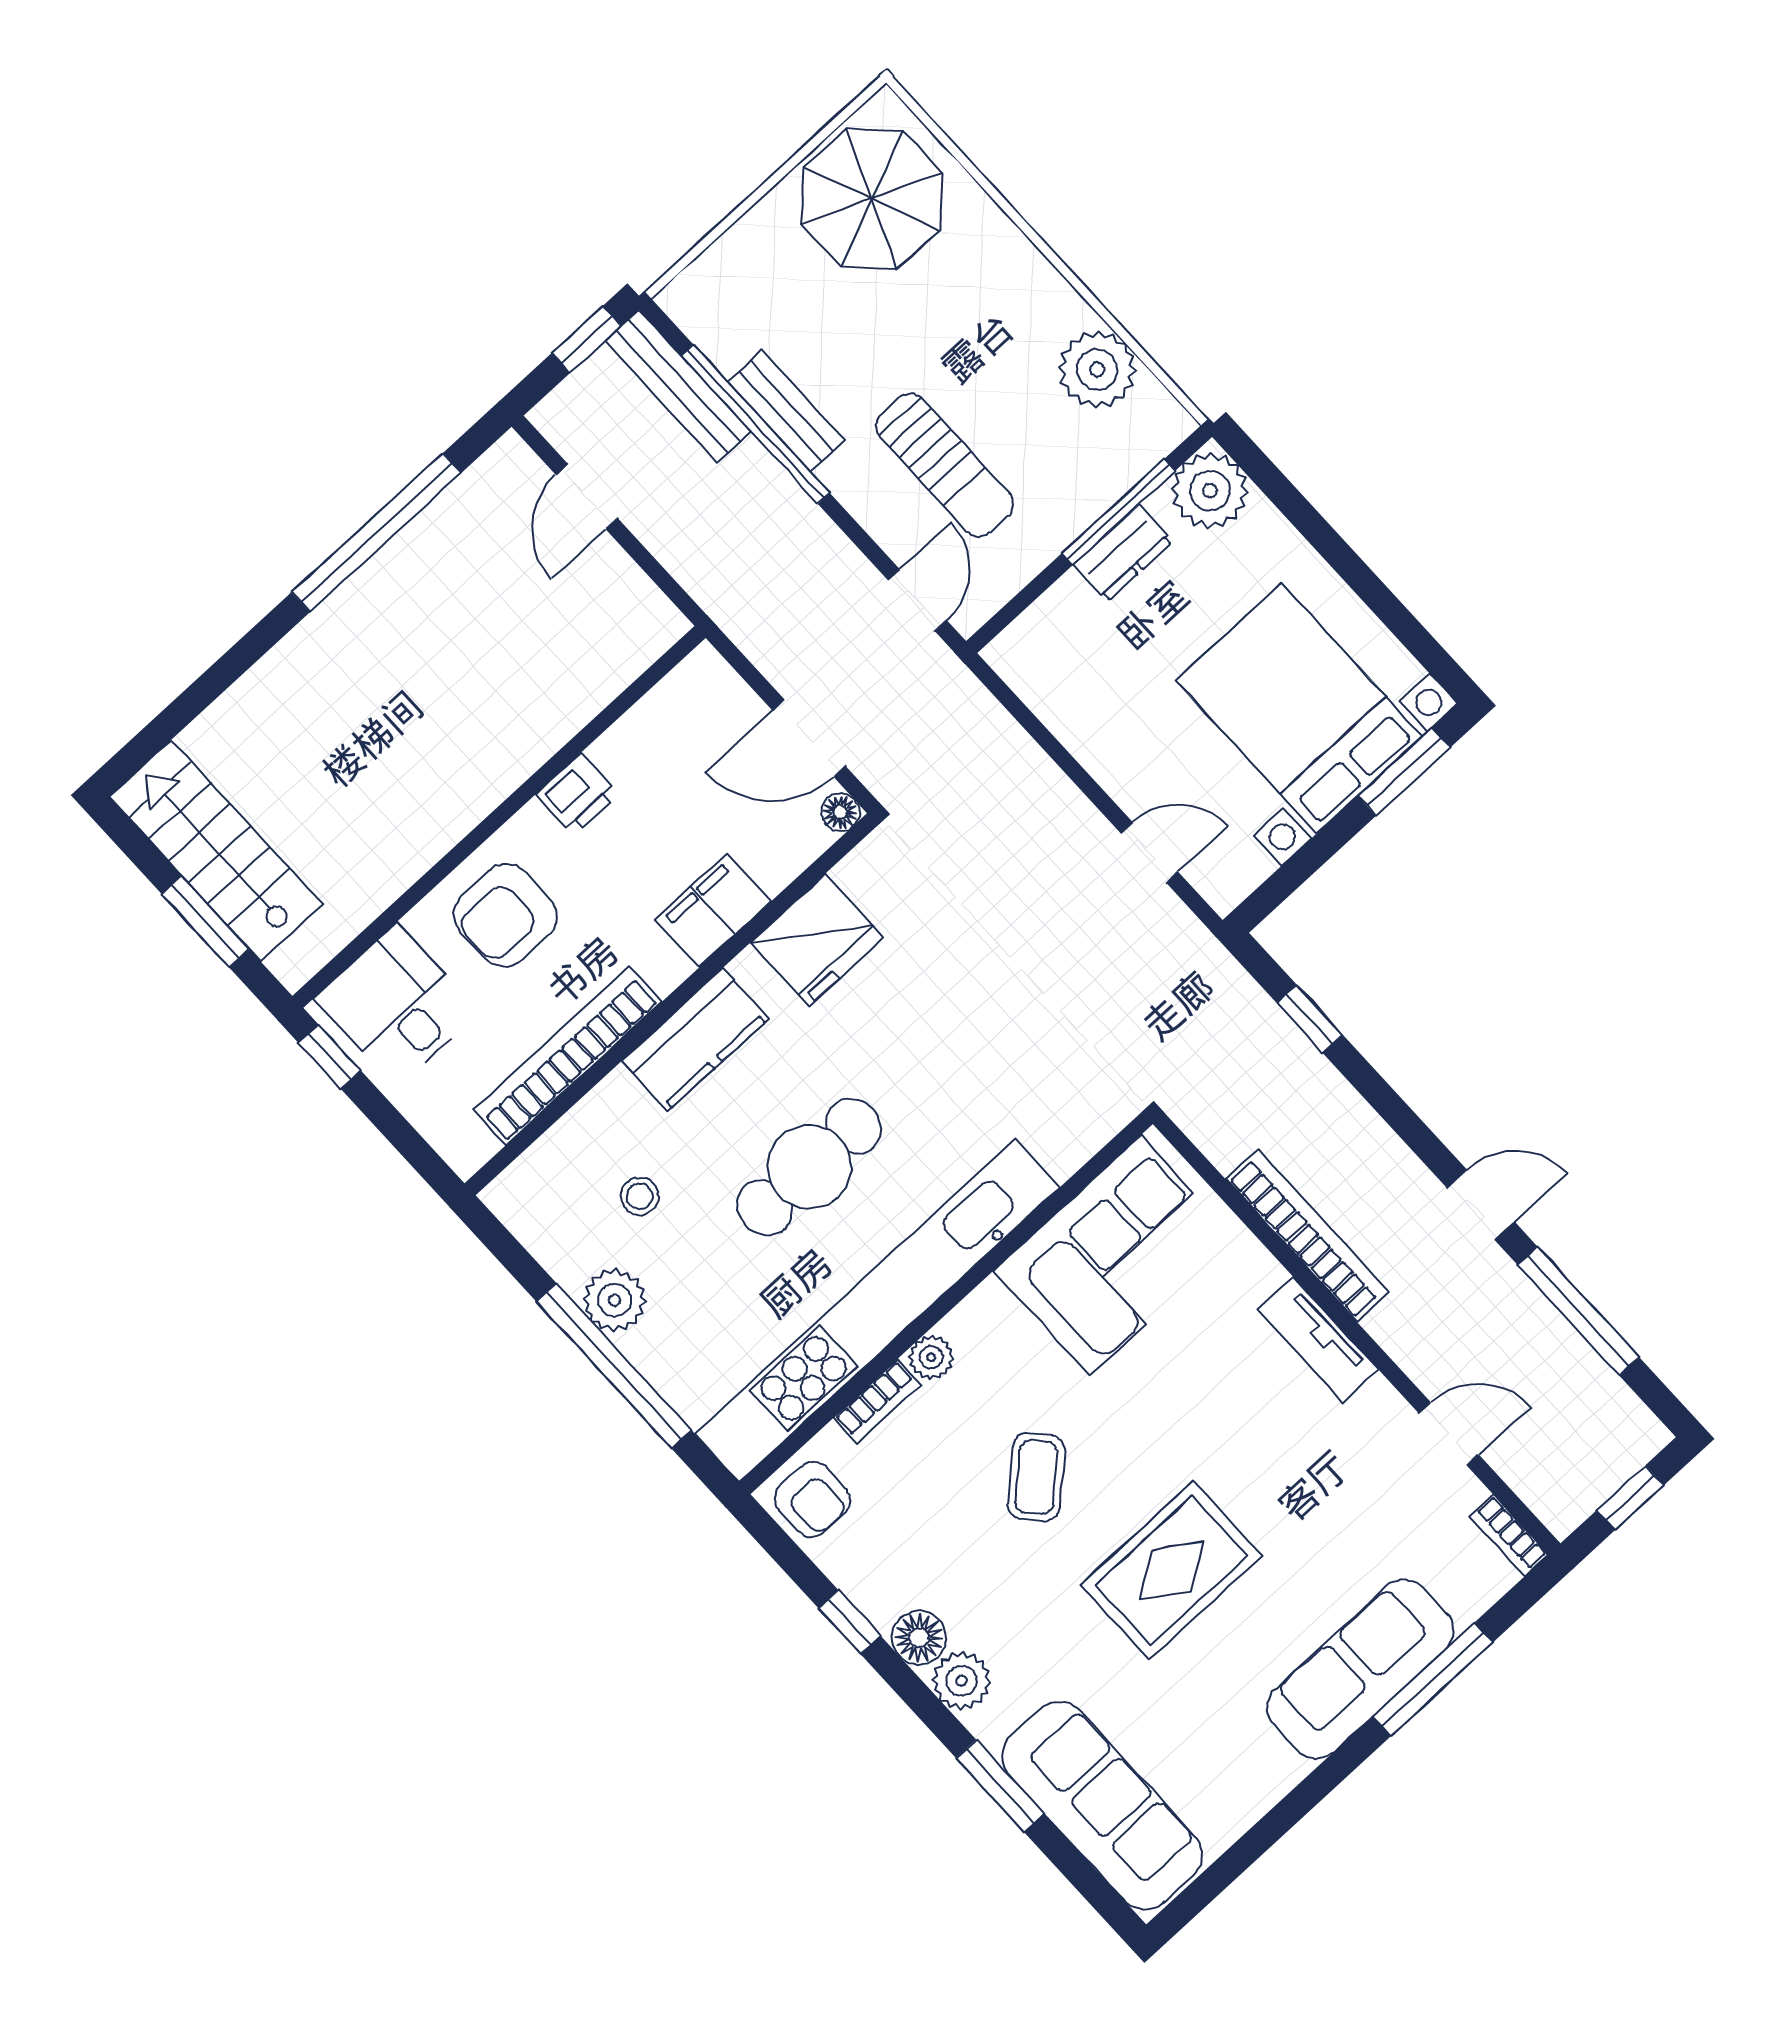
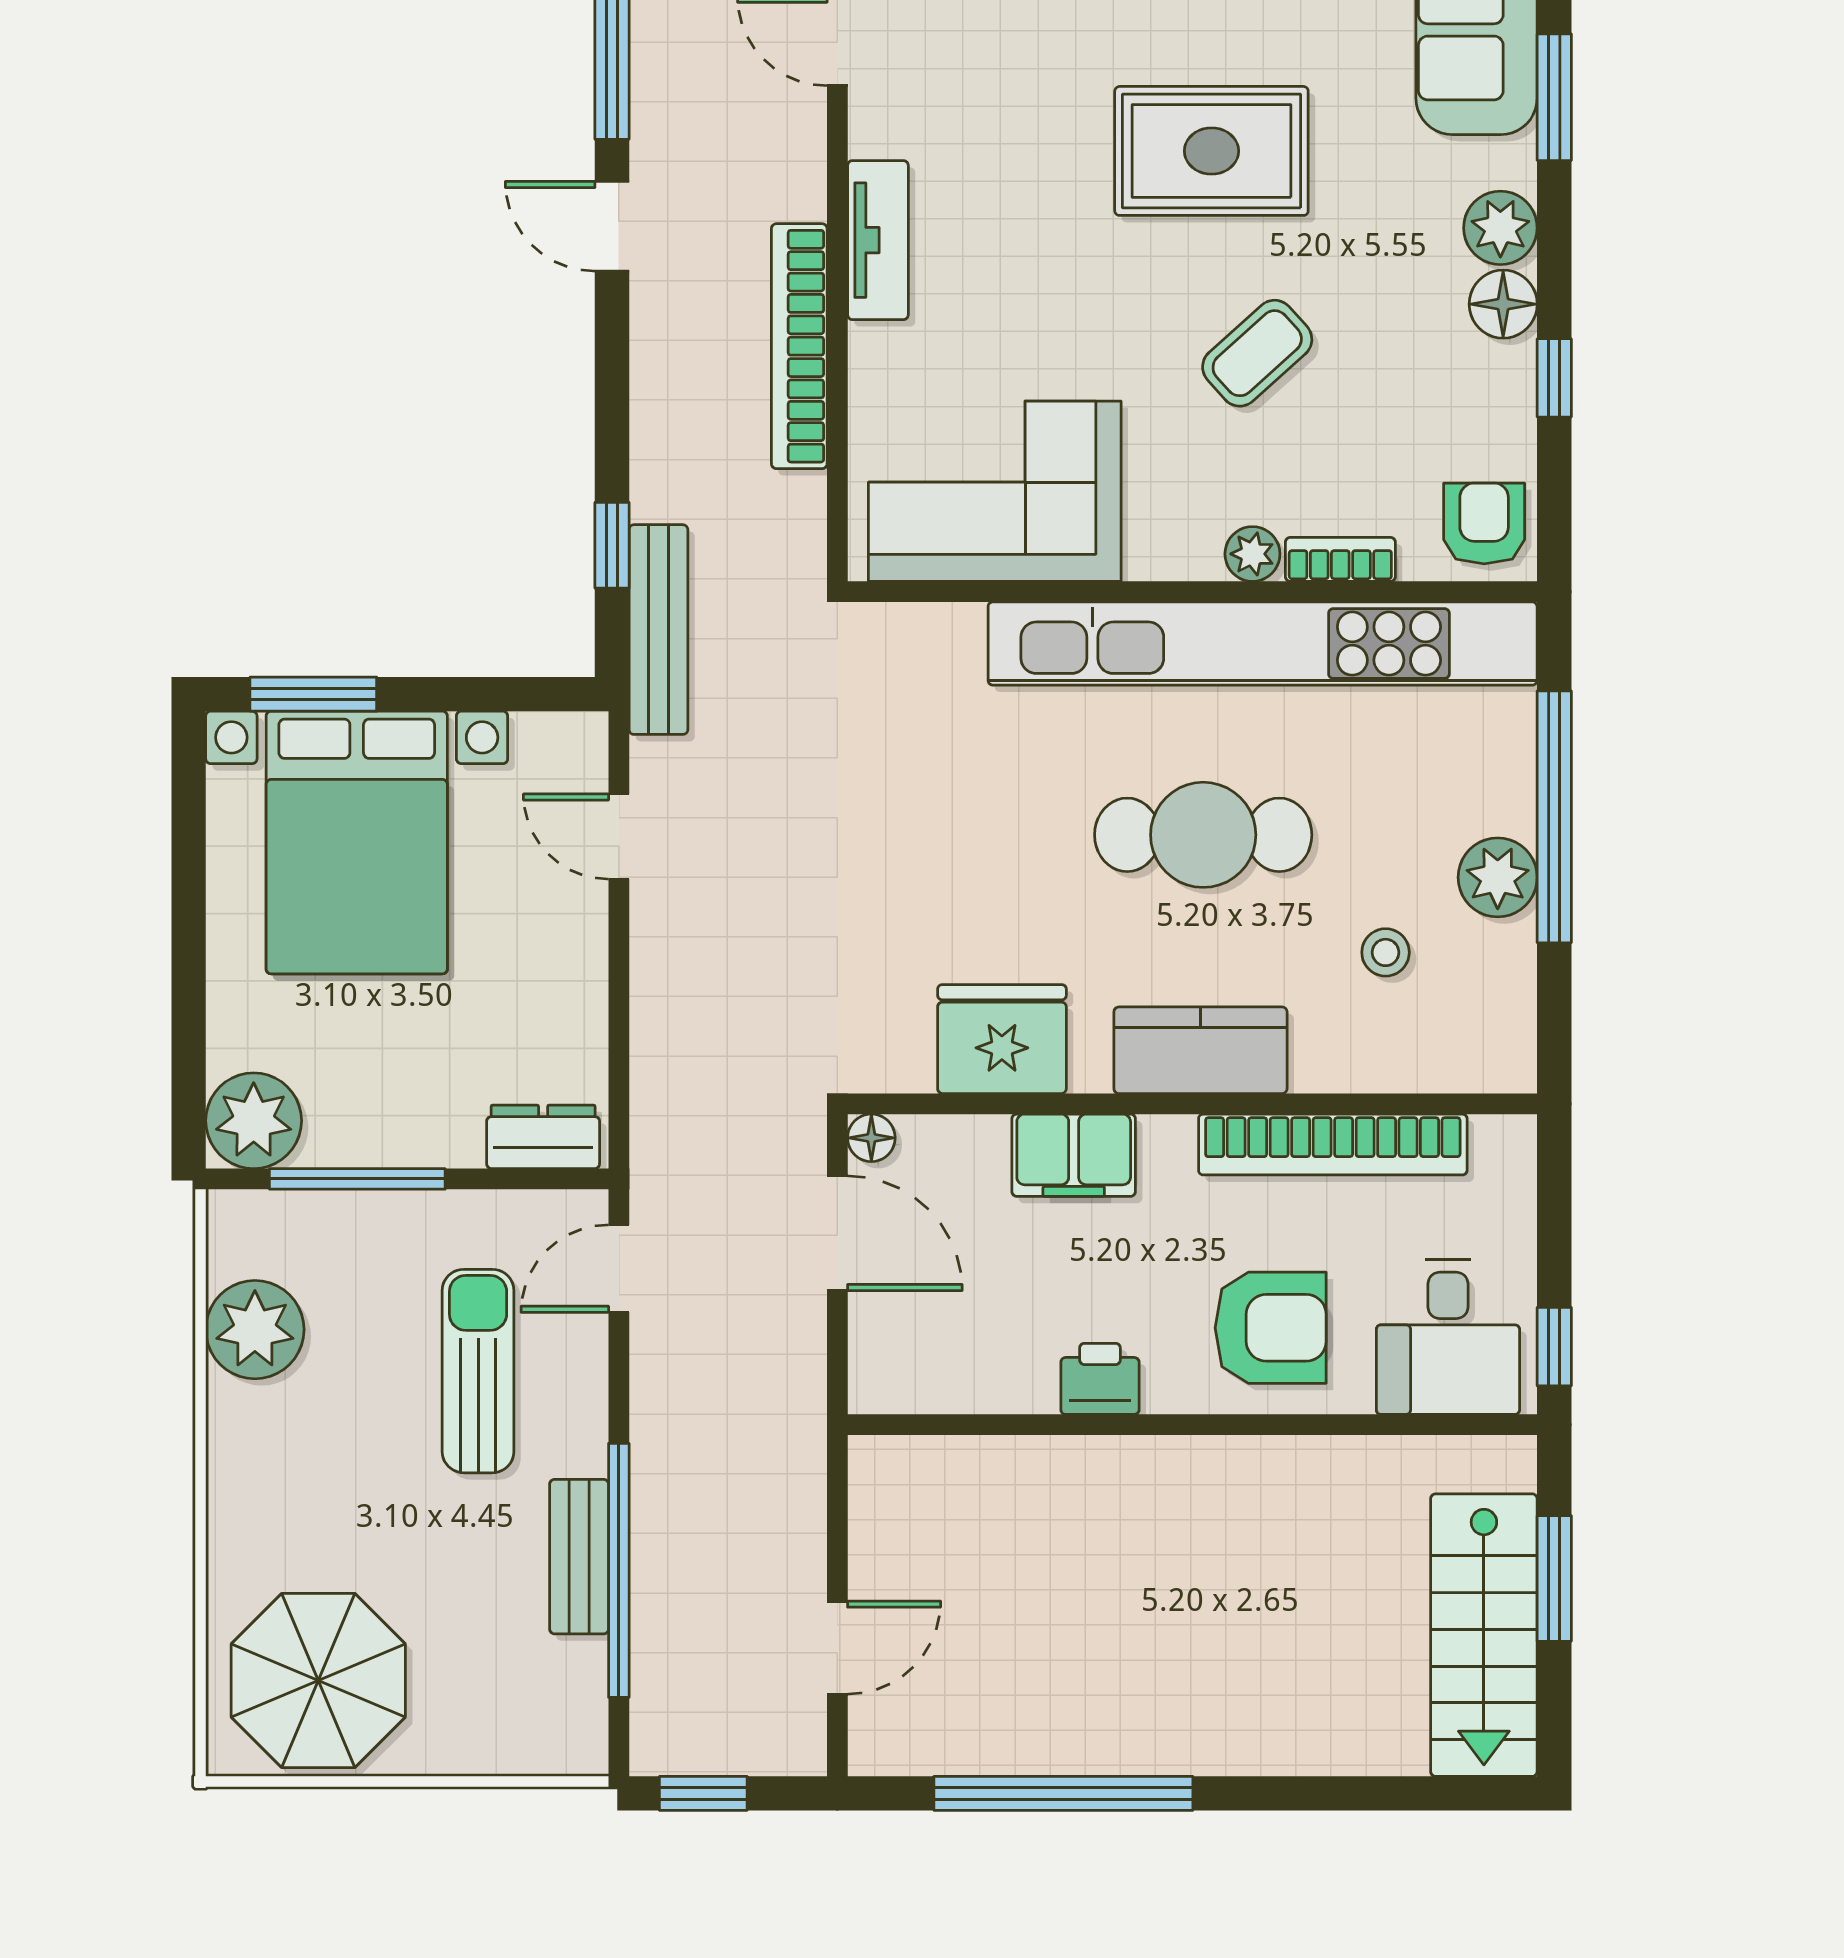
bench: (678, 386) -> (658, 630), moved
dresser: (1123, 553) -> (543, 1137), moved

